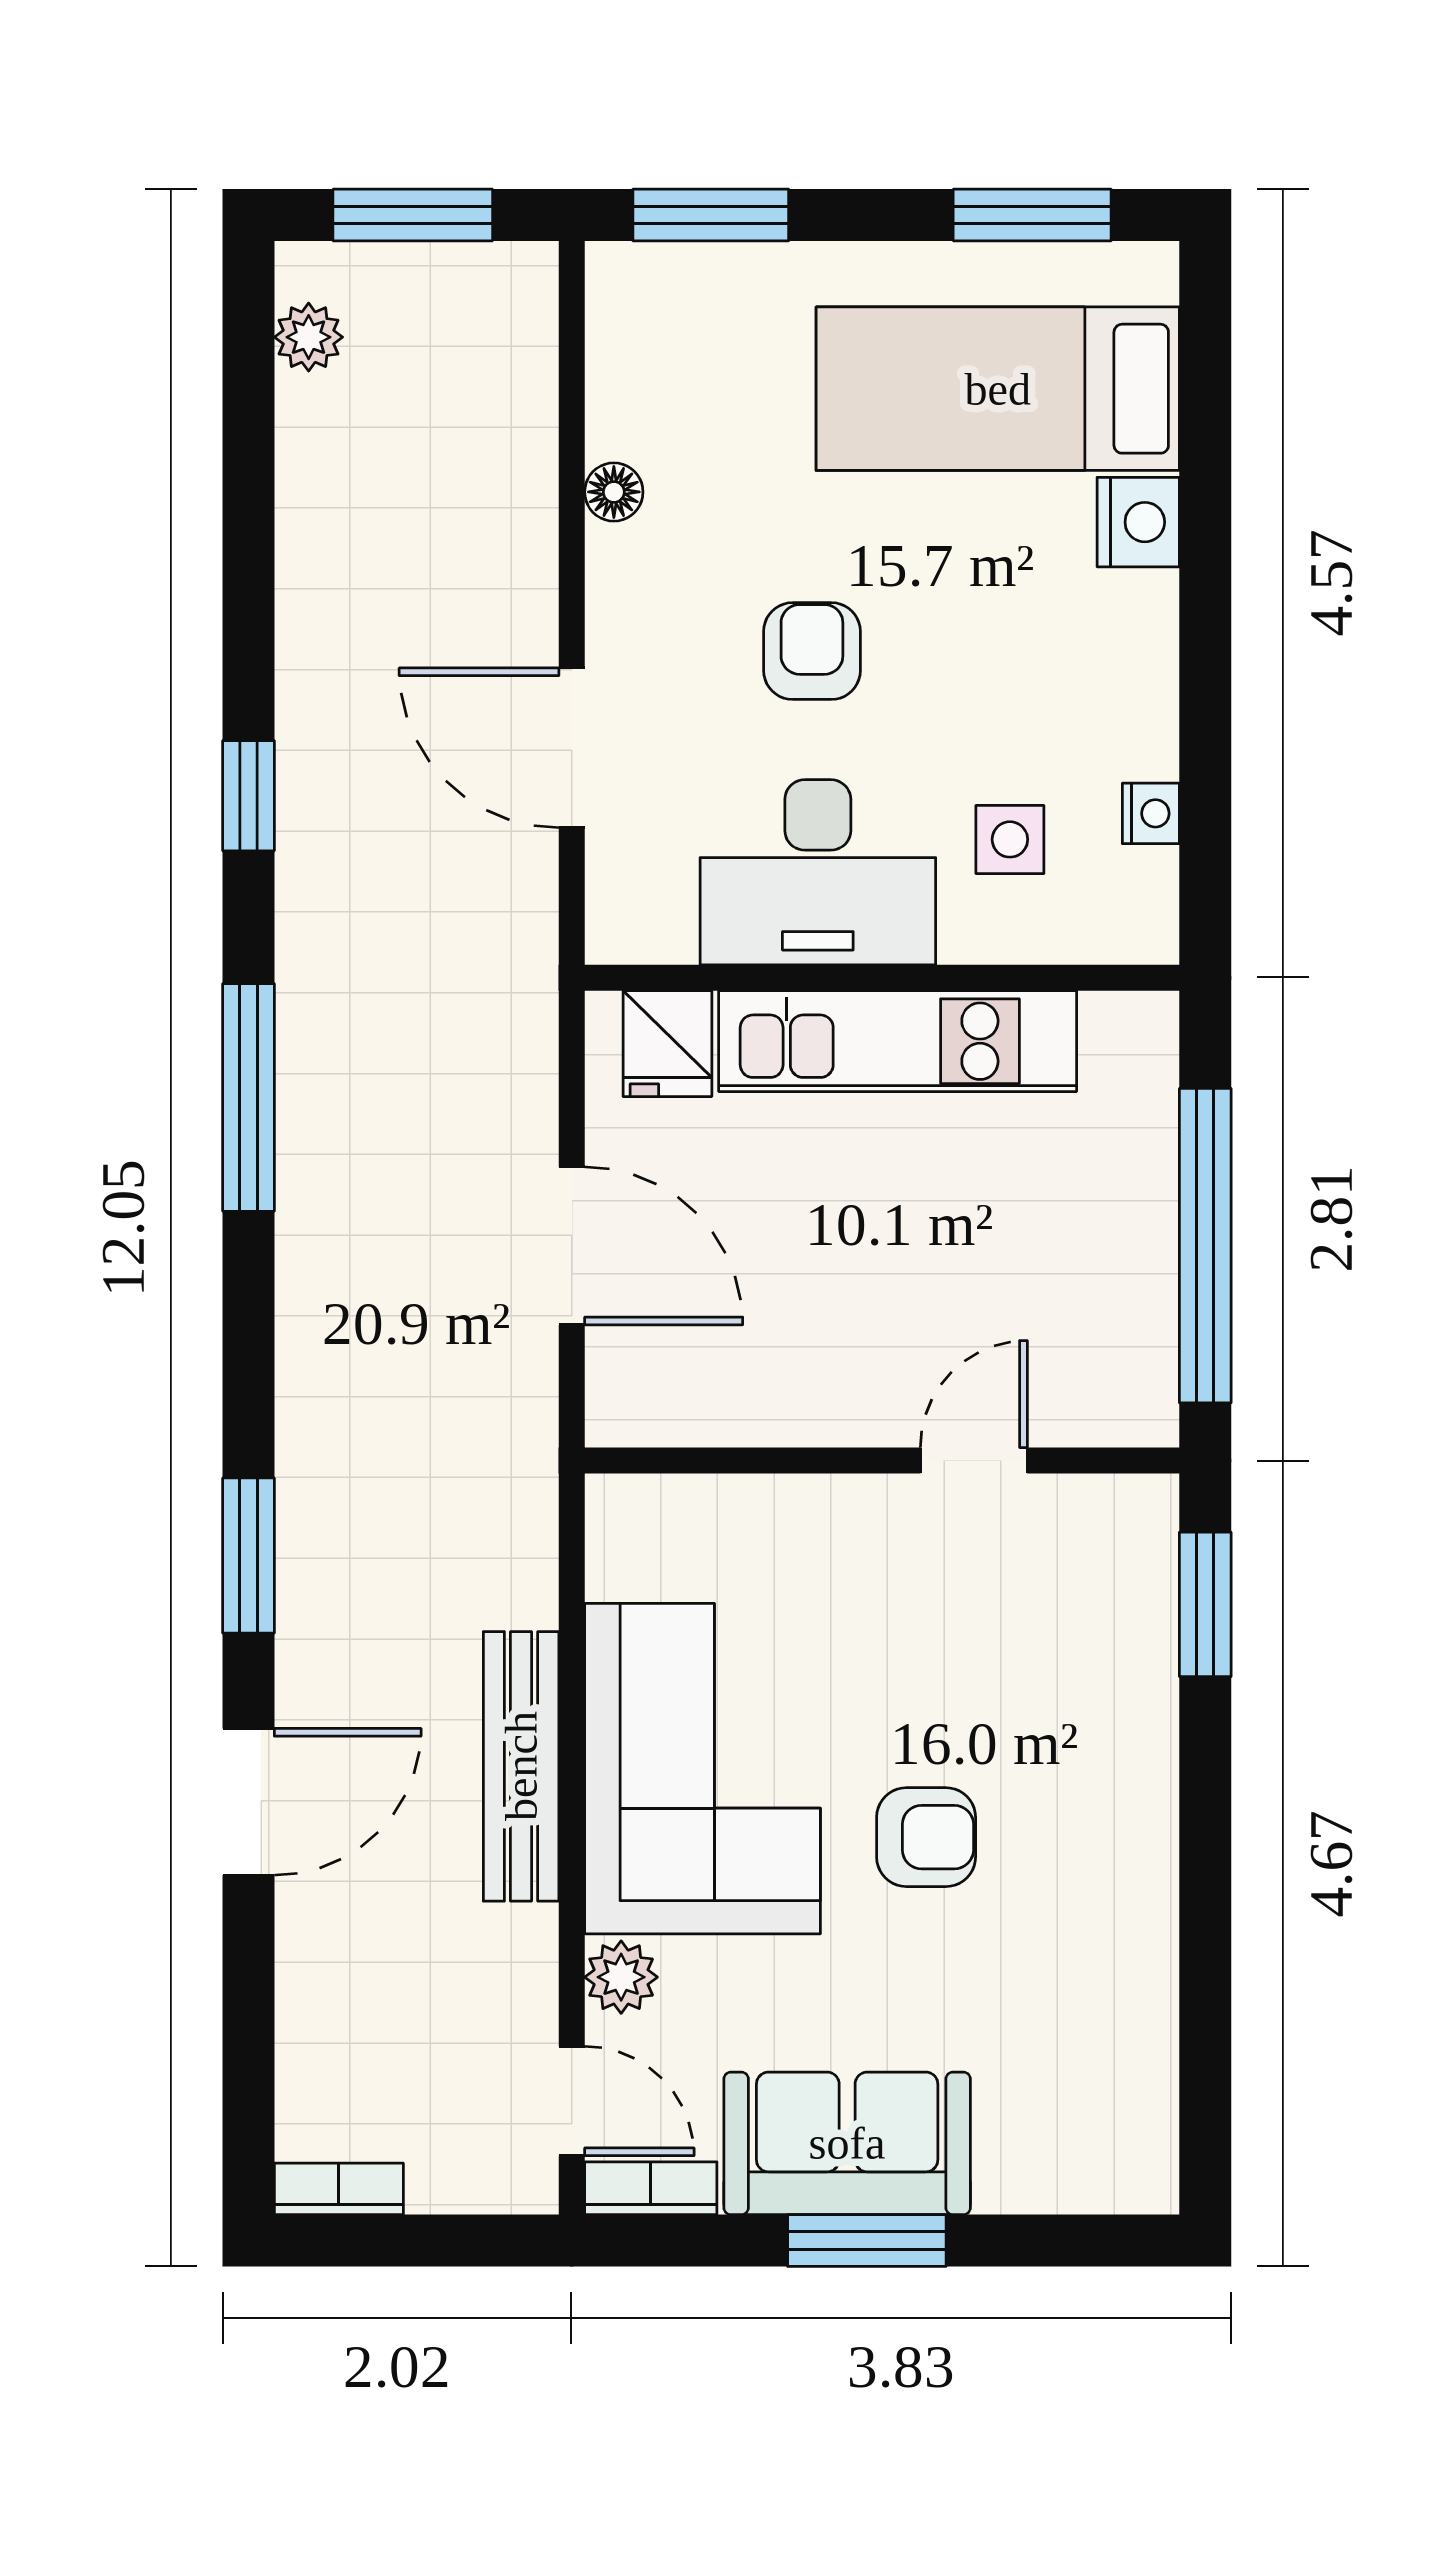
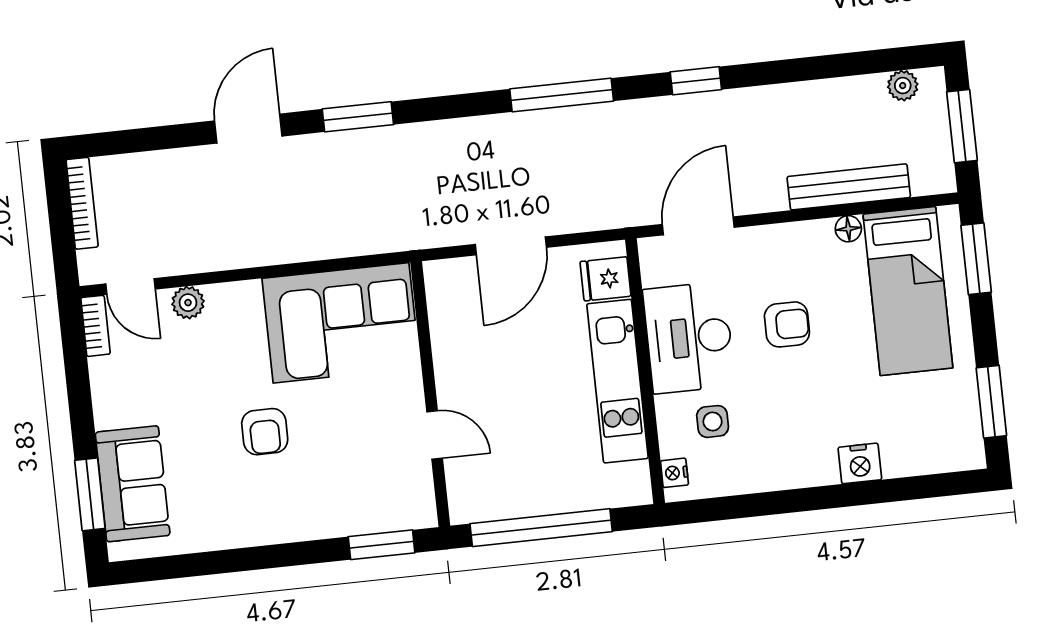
bed: (998, 389) -> (908, 291), moved, turned 180
door: (572, 748) -> (698, 226), moved
nightstand: (1151, 813) -> (674, 473), moved, turned 90
bench: (521, 1766) -> (849, 187), moved
corner sofa: (703, 1769) -> (341, 323), moved
door: (249, 1802) -> (248, 129), swing flipped
door: (572, 2101) -> (130, 287), hinge flipped
sofa: (847, 2143) -> (133, 484), moved
bookcase: (339, 2189) -> (82, 203), width x1.56
window: (867, 2241) -> (90, 494), moved

